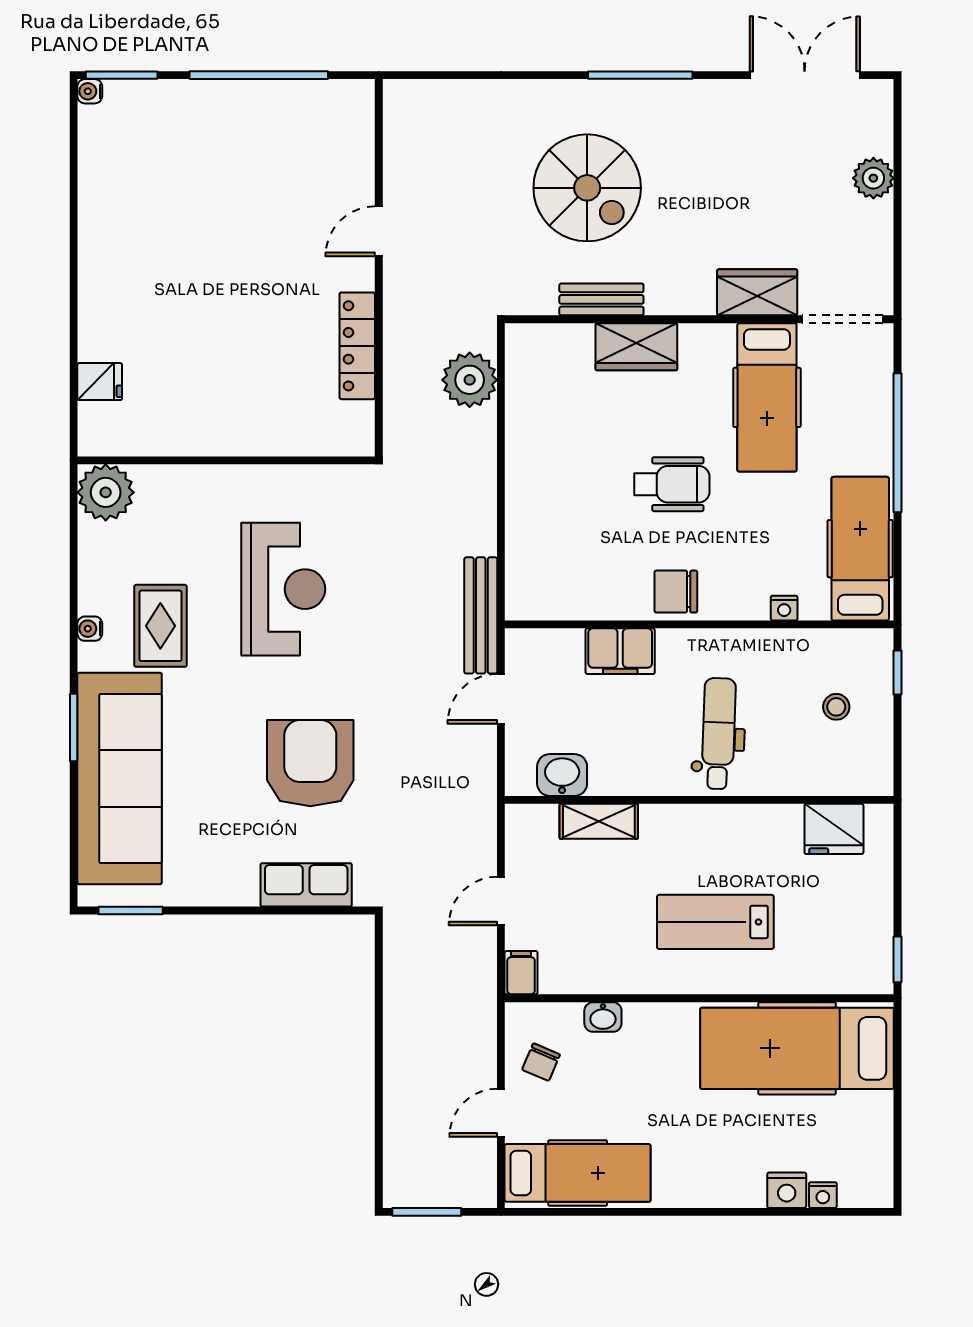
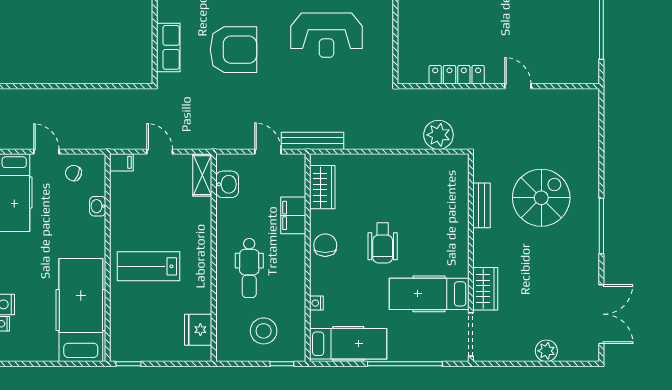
spiral stairs: (587, 188) -> (541, 198), turned 180
wardrobe: (636, 347) -> (322, 187), moved, turned 180
stool: (836, 707) -> (264, 331), width x1.89, depth x1.89
dental chair: (719, 734) -> (249, 268), turned 88
shelving: (599, 821) -> (202, 175), moved
lab bench: (715, 922) -> (148, 266), turned -90

